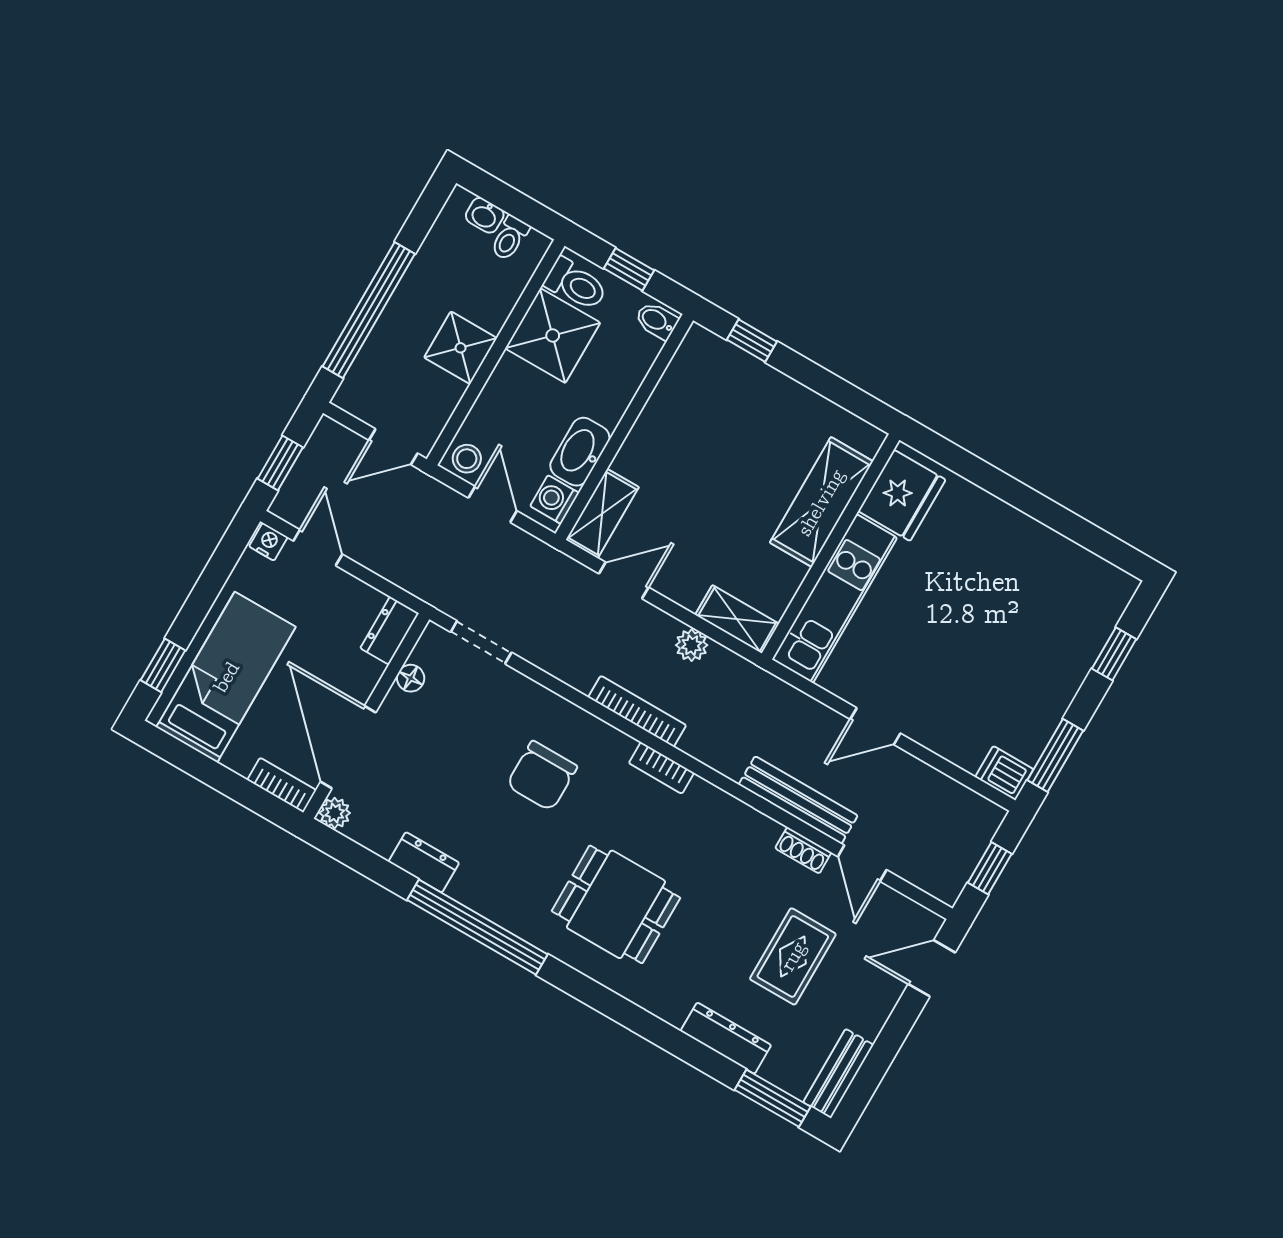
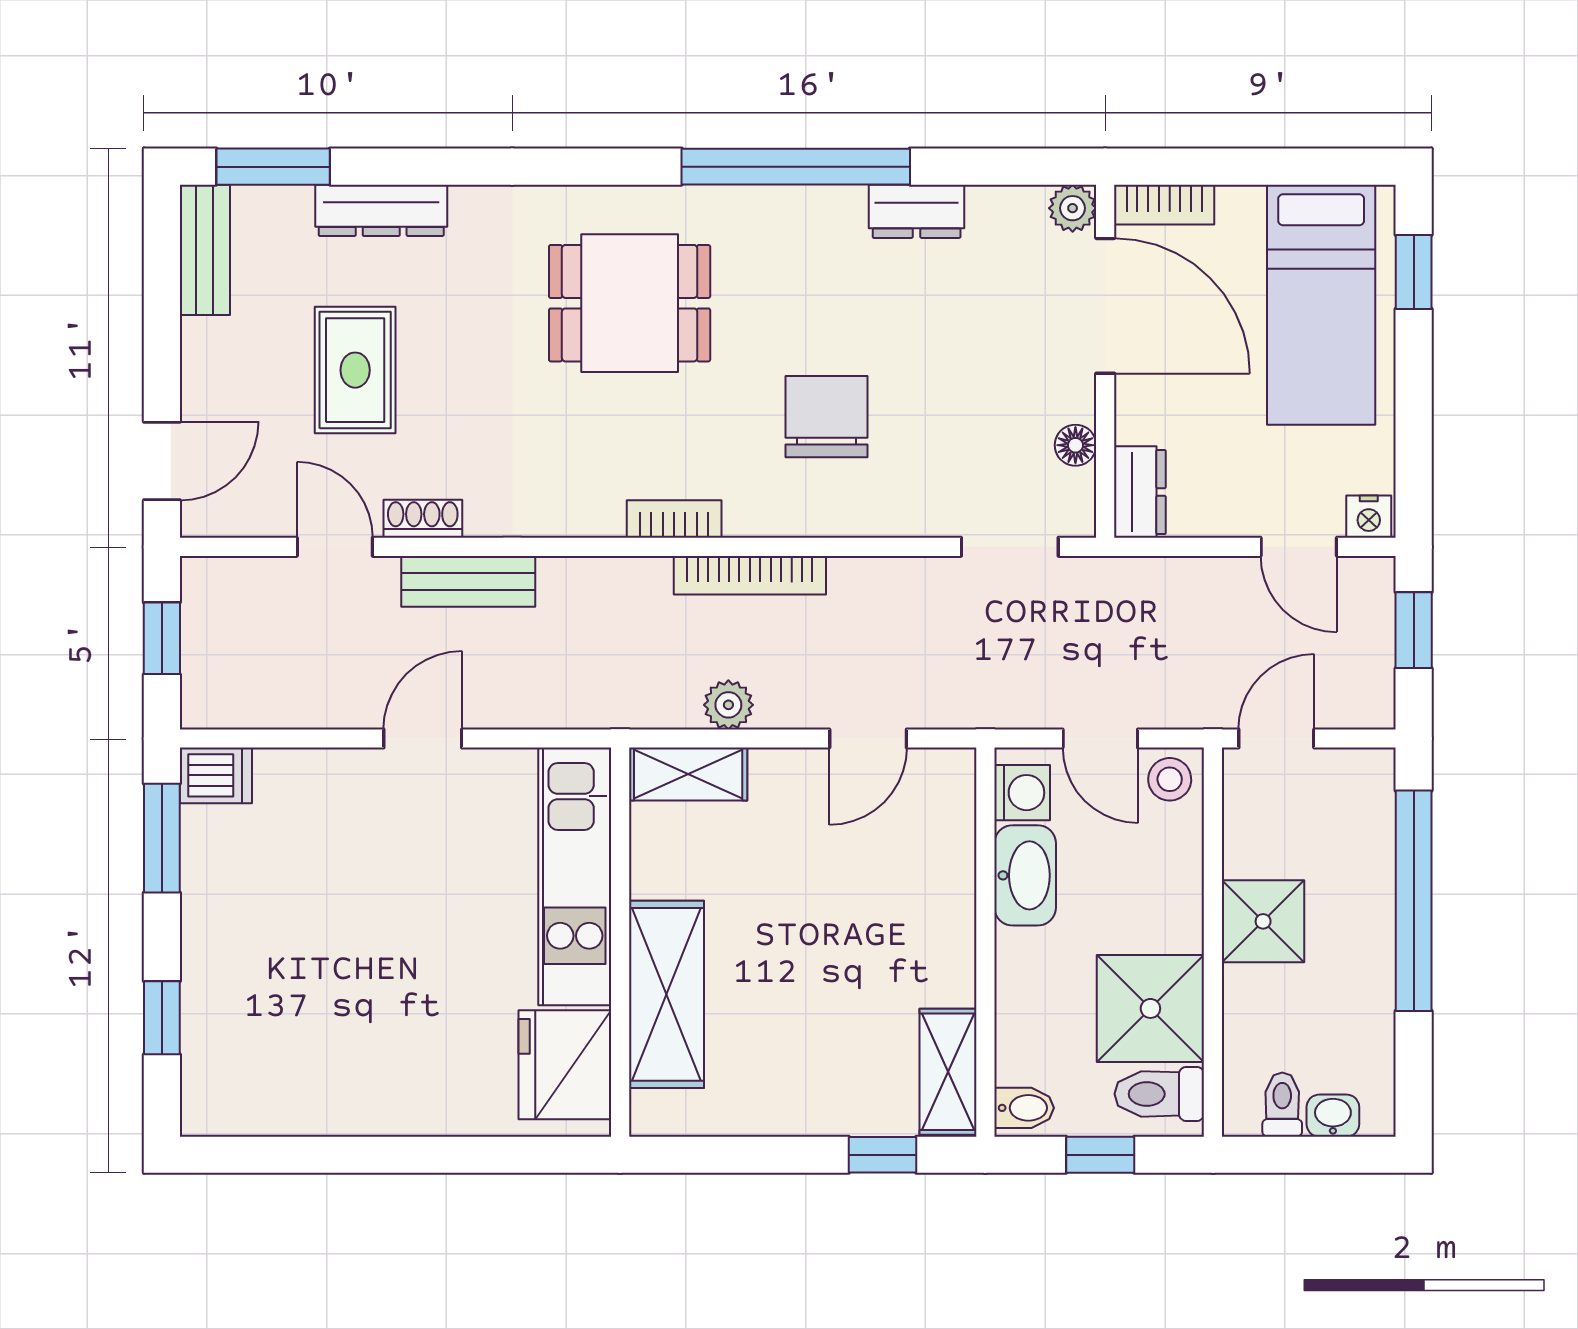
shelving: (602, 514) -> (948, 1072), moved
bench: (798, 800) -> (468, 581), width x0.73

